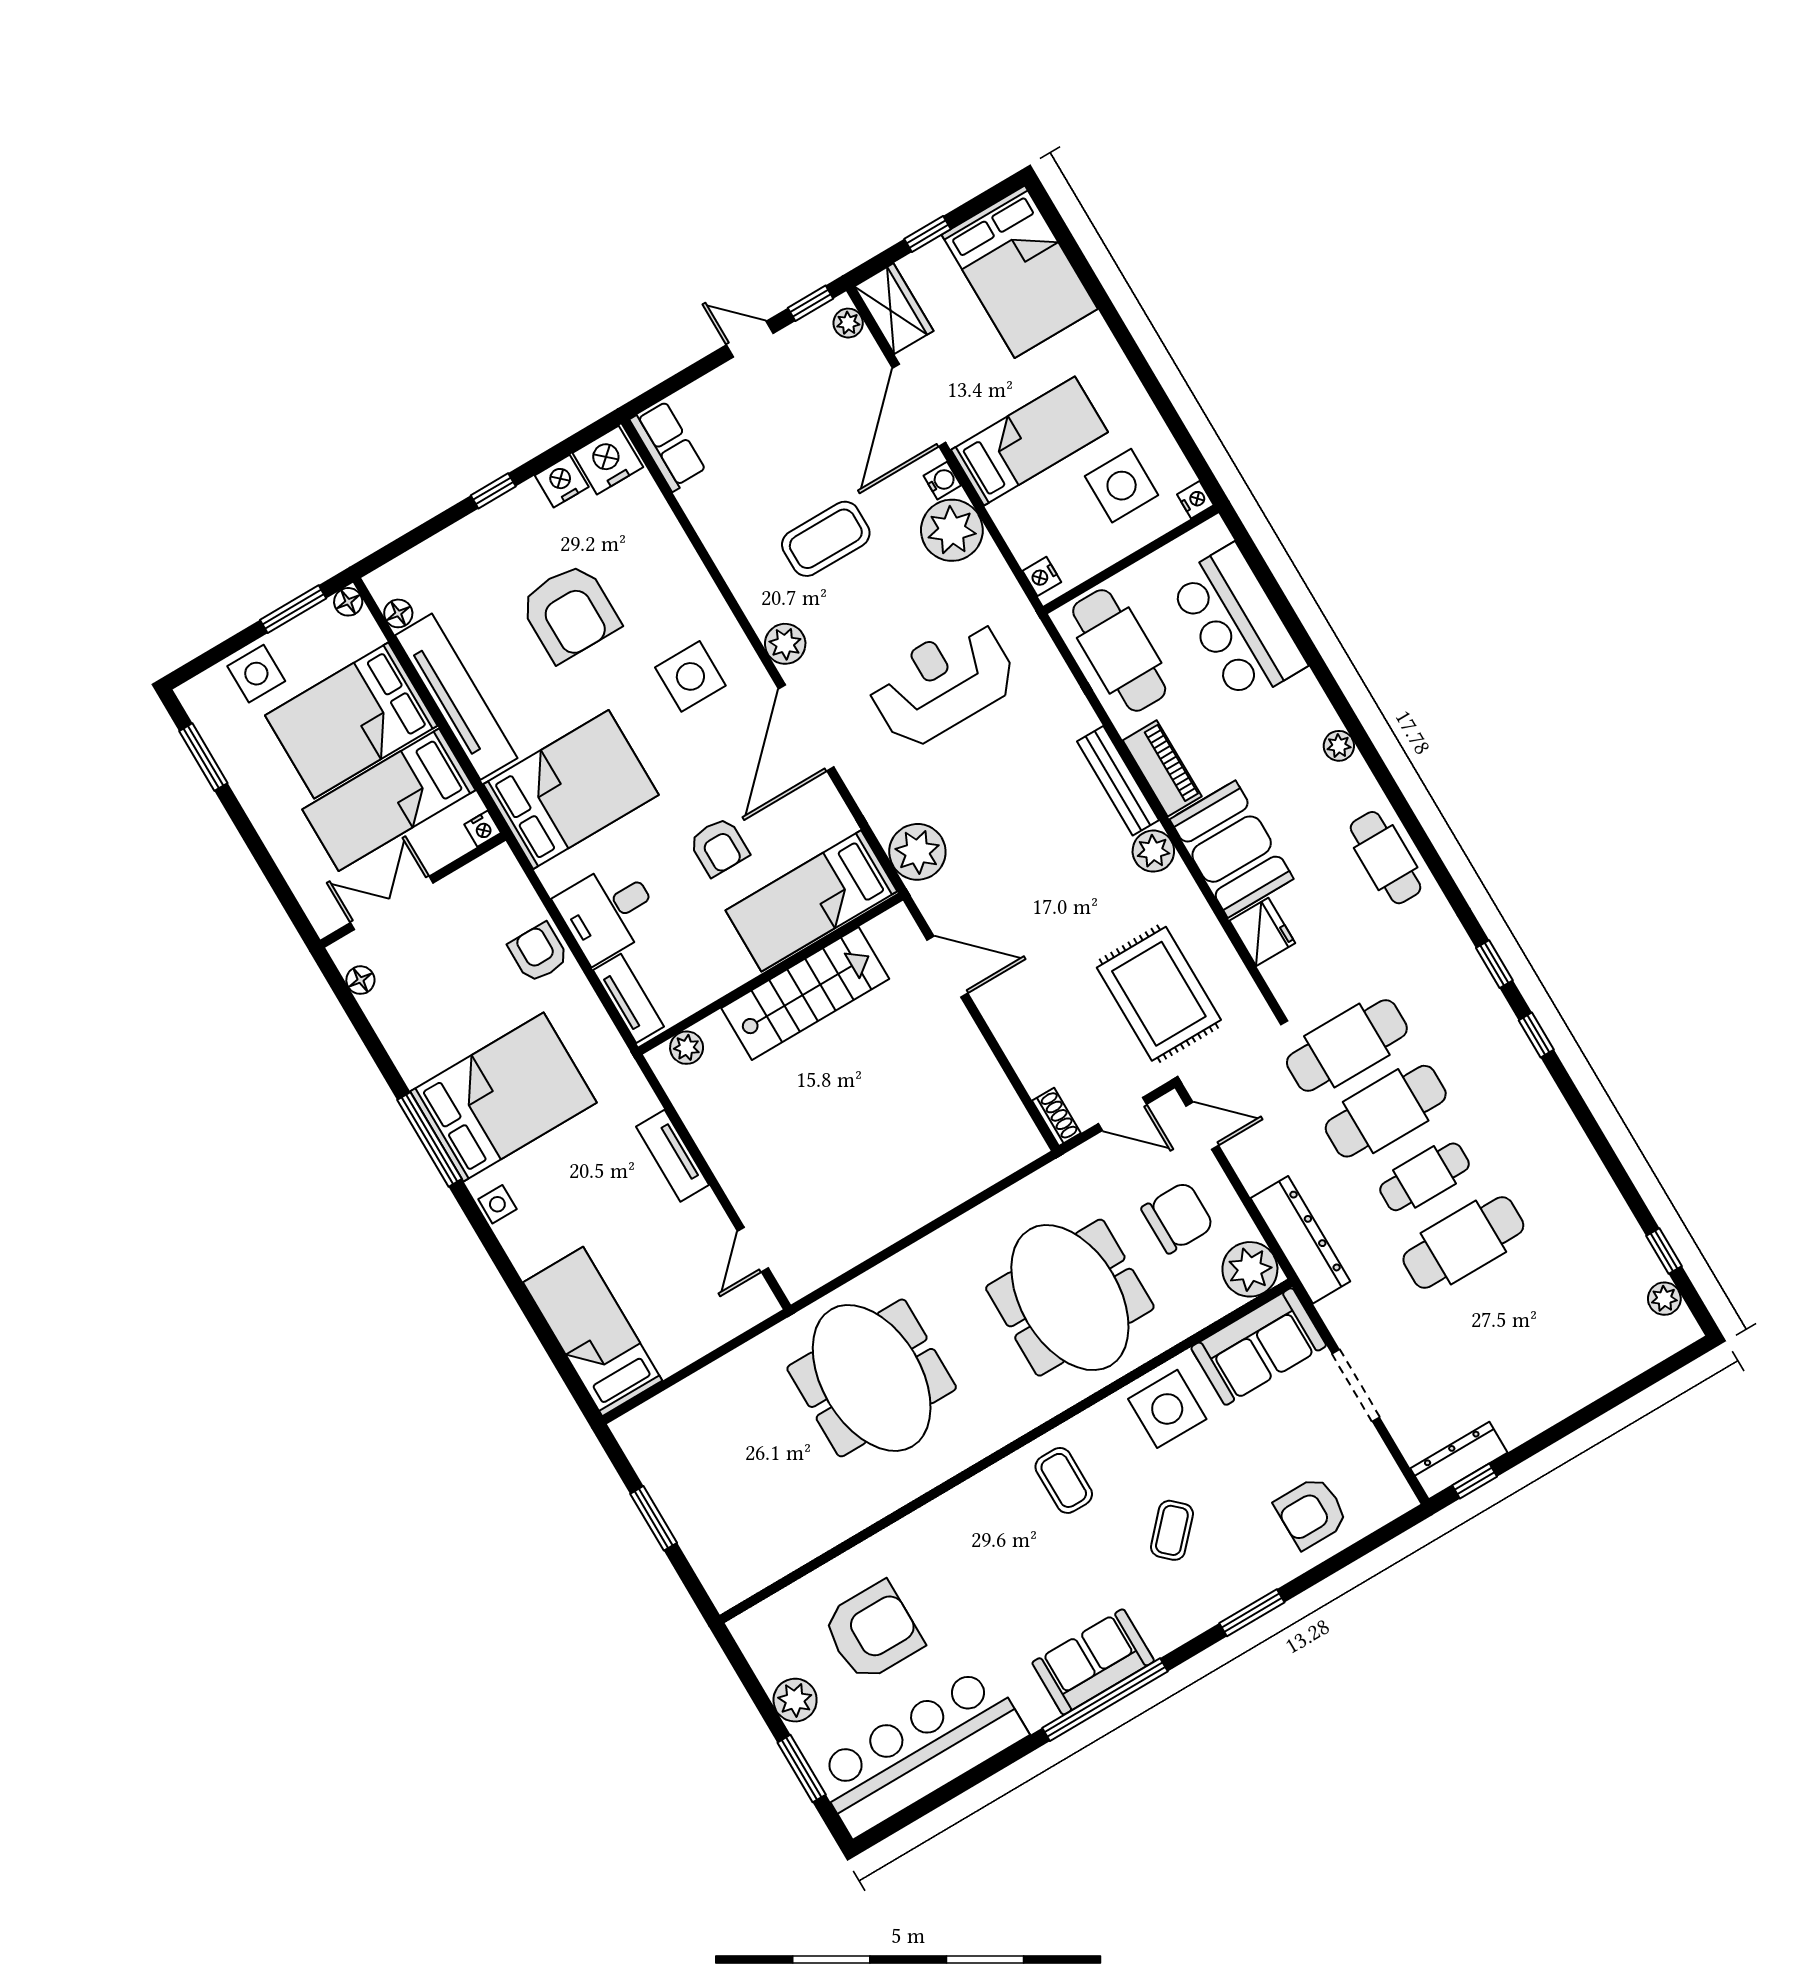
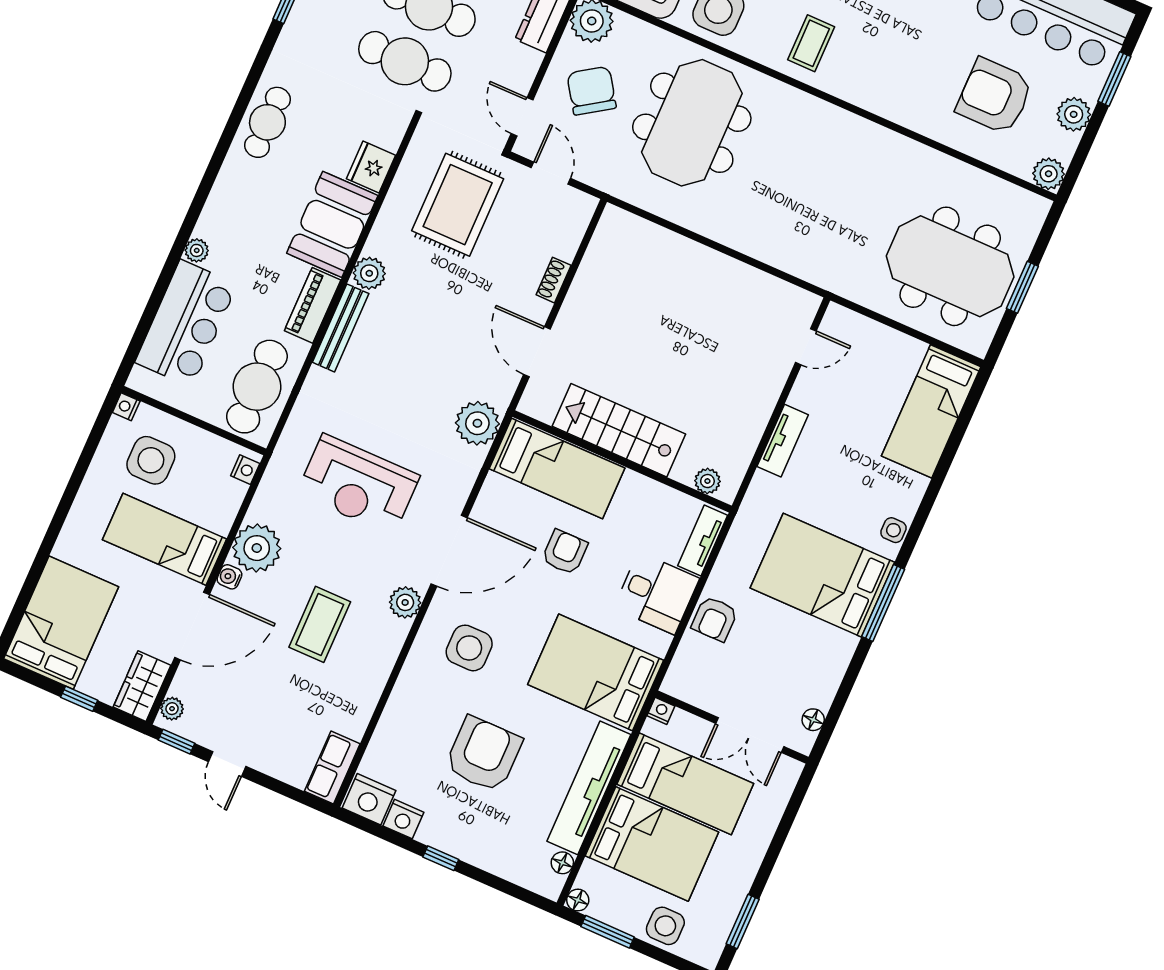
coffee table: (826, 539) -> (320, 624), turned 90
plant: (1339, 746) -> (197, 250), moved
shoe rack: (1056, 1117) -> (554, 280), moved
chair: (1178, 1217) -> (592, 91), turned 56
meeting table: (872, 1378) -> (950, 266), moved, turned 90
plant: (752, 1630) -> (1049, 174), added

